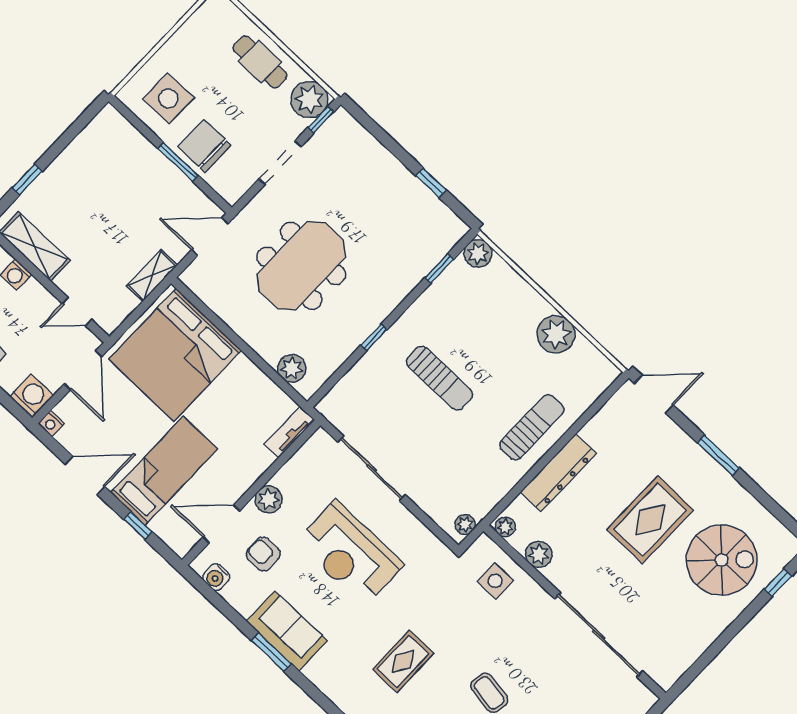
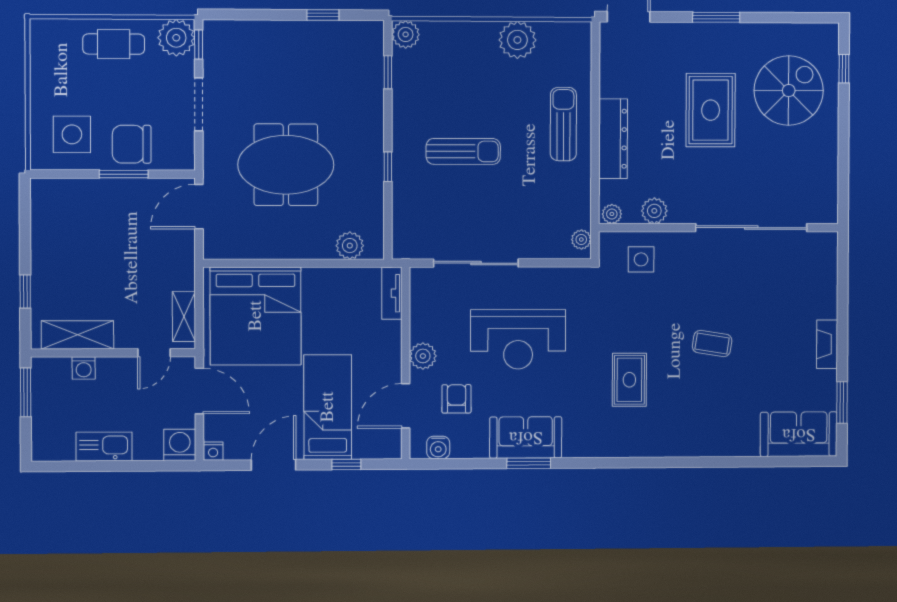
meeting table: (301, 266) -> (286, 165), turned 90
shelving: (152, 276) -> (184, 316), moved
armchair: (263, 554) -> (456, 399), turned 90

